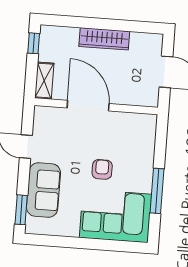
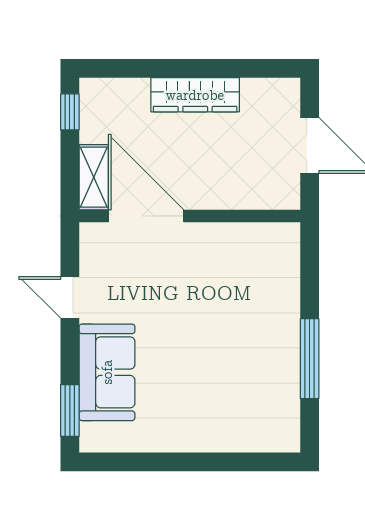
door: (88, 106) -> (146, 216), moved
armchair: (102, 169) -> (209, 328), removed
corner sofa: (115, 216) -> (239, 409), removed

